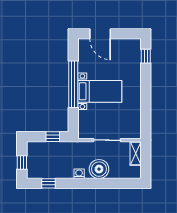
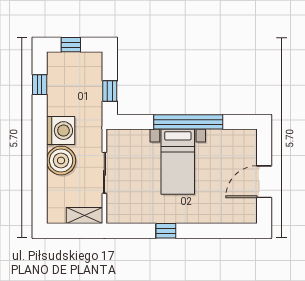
door: (100, 34) -> (264, 182), moved
window: (146, 56) -> (166, 231), moved
washing machine: (79, 174) -> (61, 131), width x1.89, depth x1.89

